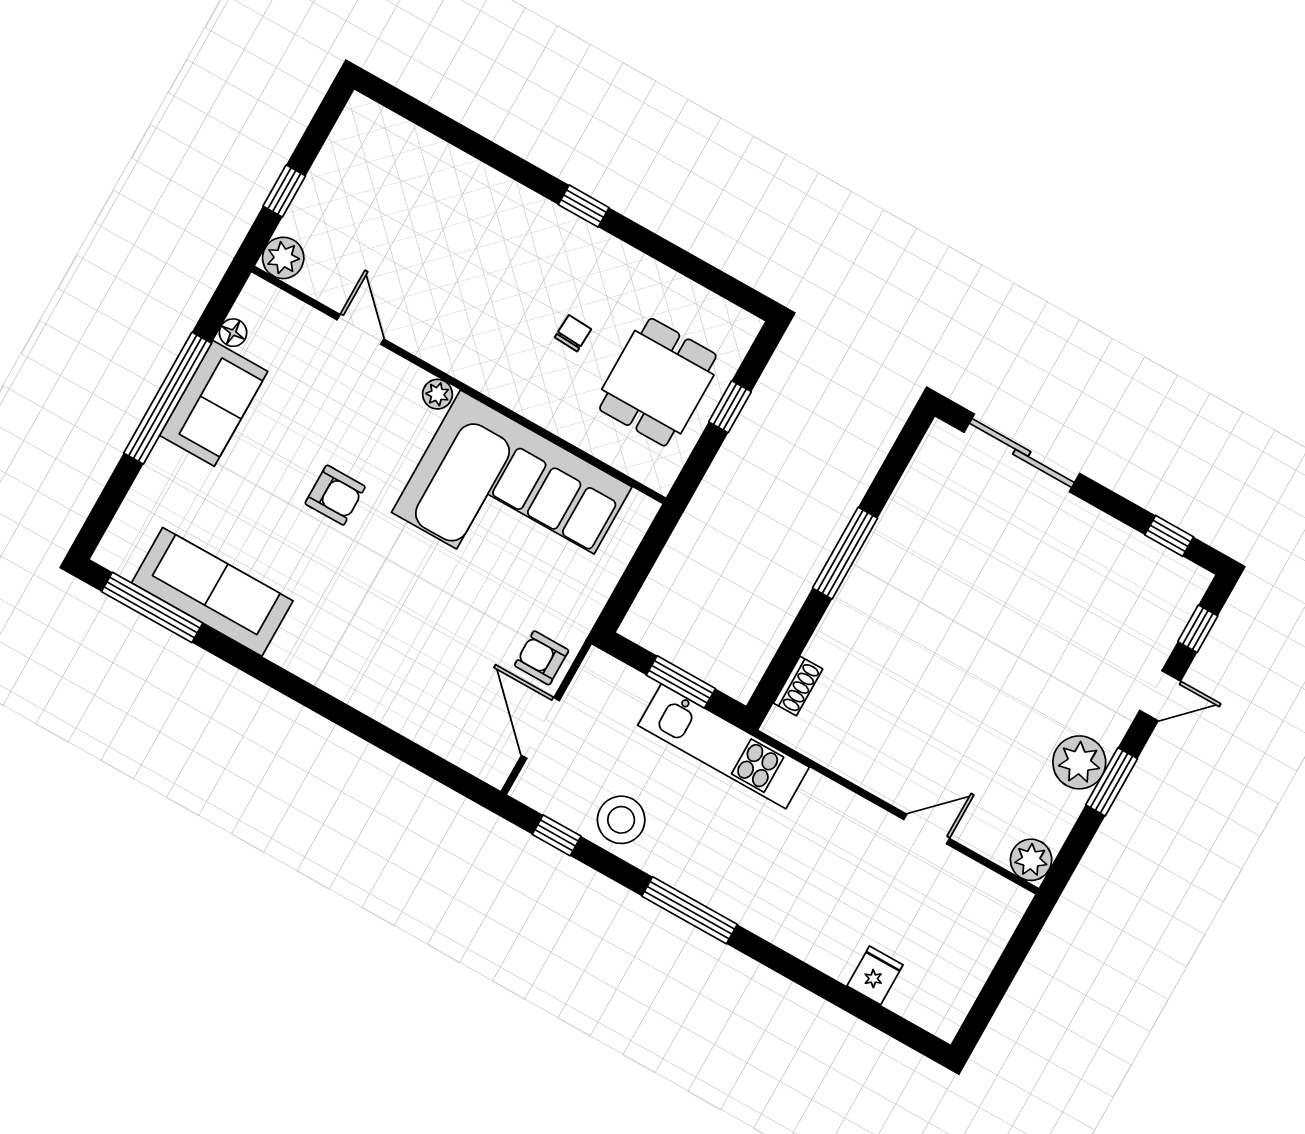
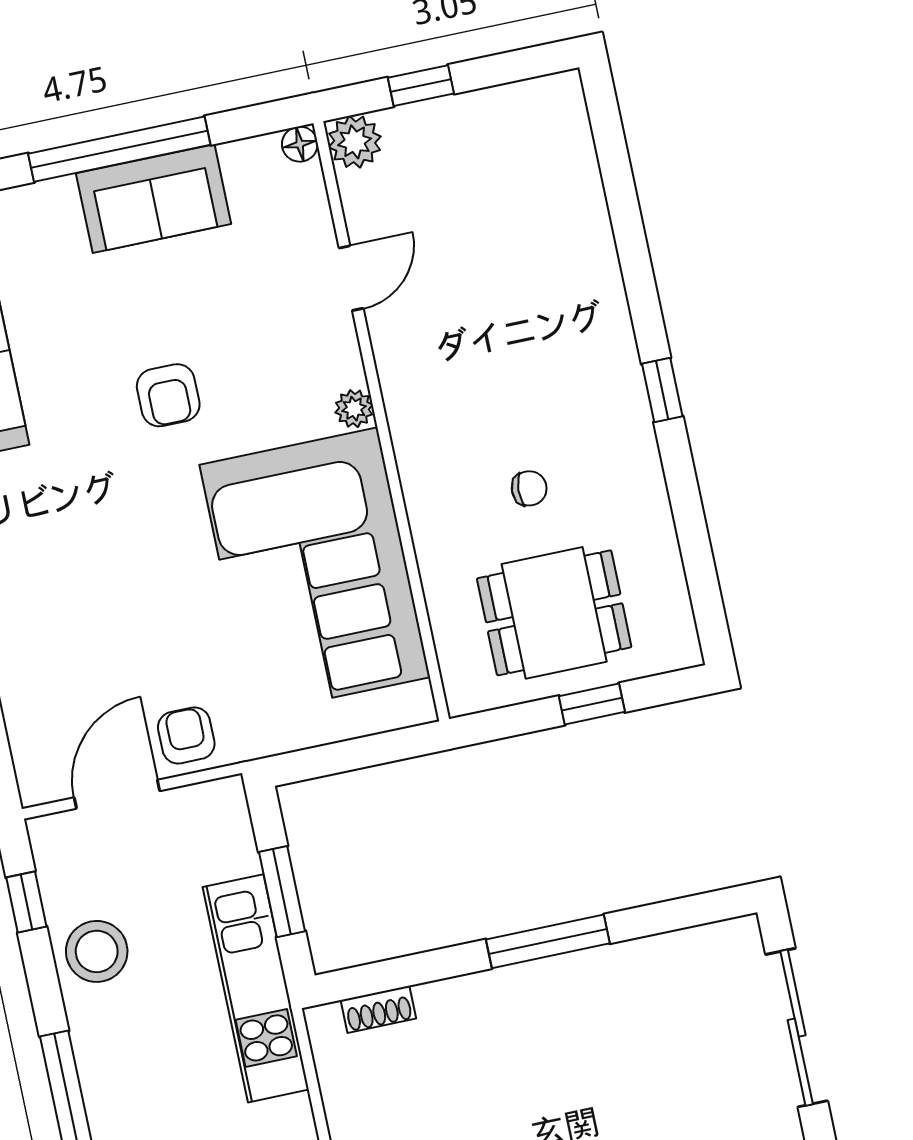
floor lamp: (233, 333) -> (300, 144), moved

